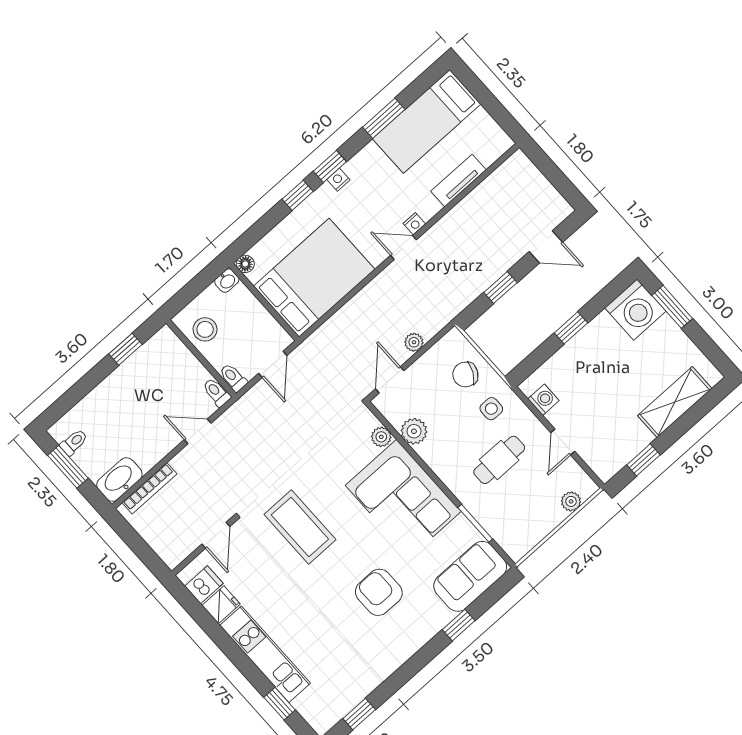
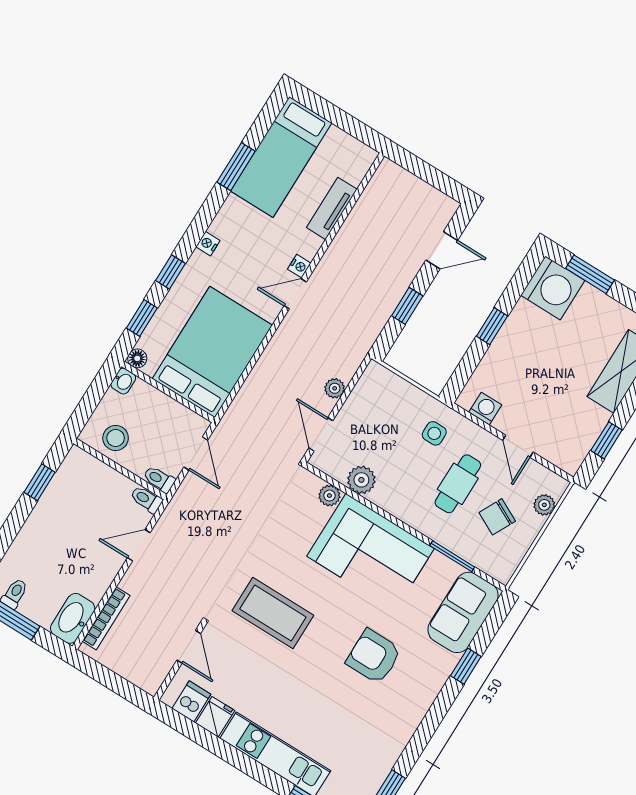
window: (330, 166) -> (142, 318), moved
chair: (465, 375) -> (497, 517), moved

